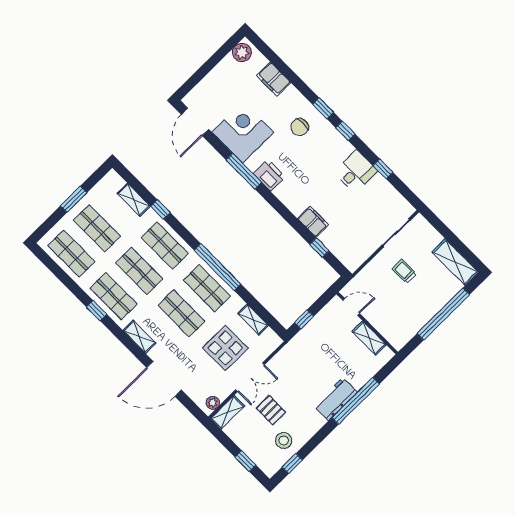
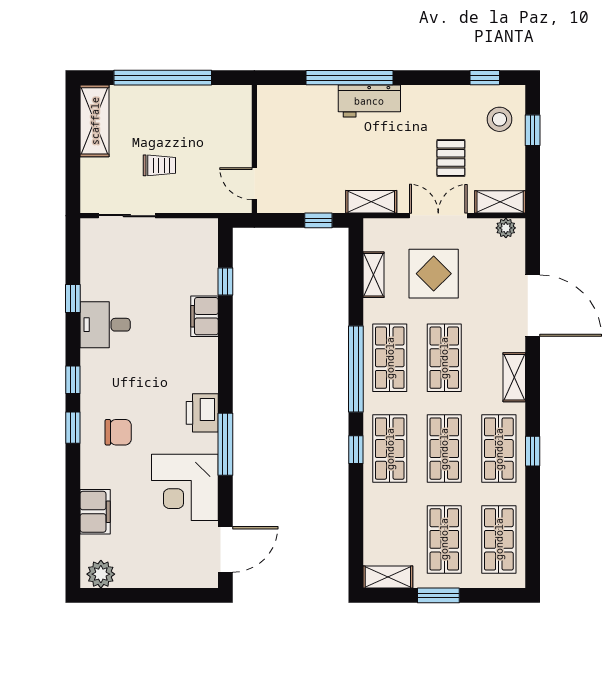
shelving: (134, 200) -> (388, 577), moved, turned 90
window: (160, 209) -> (356, 450), moved
trolley: (404, 271) -> (159, 165), turned -90
shelving: (369, 338) -> (371, 202), moved, turned 90
stool: (284, 440) -> (500, 119), moved

